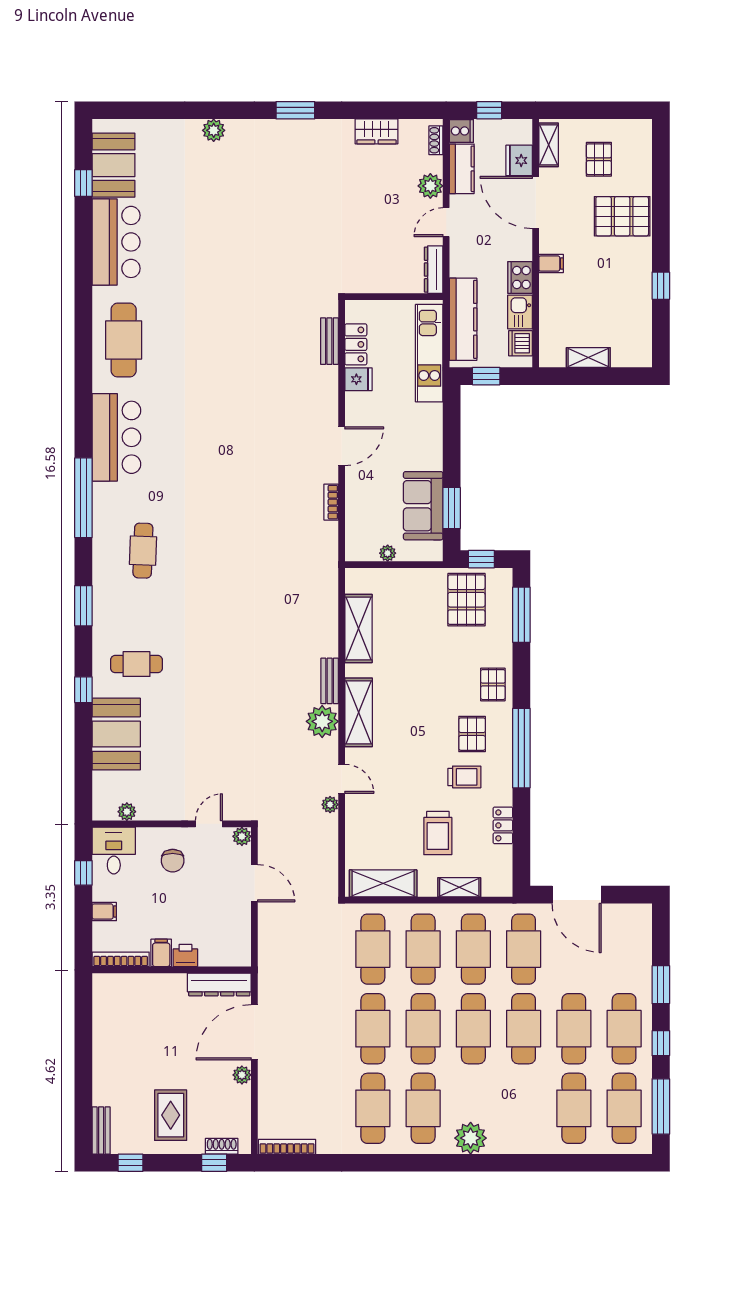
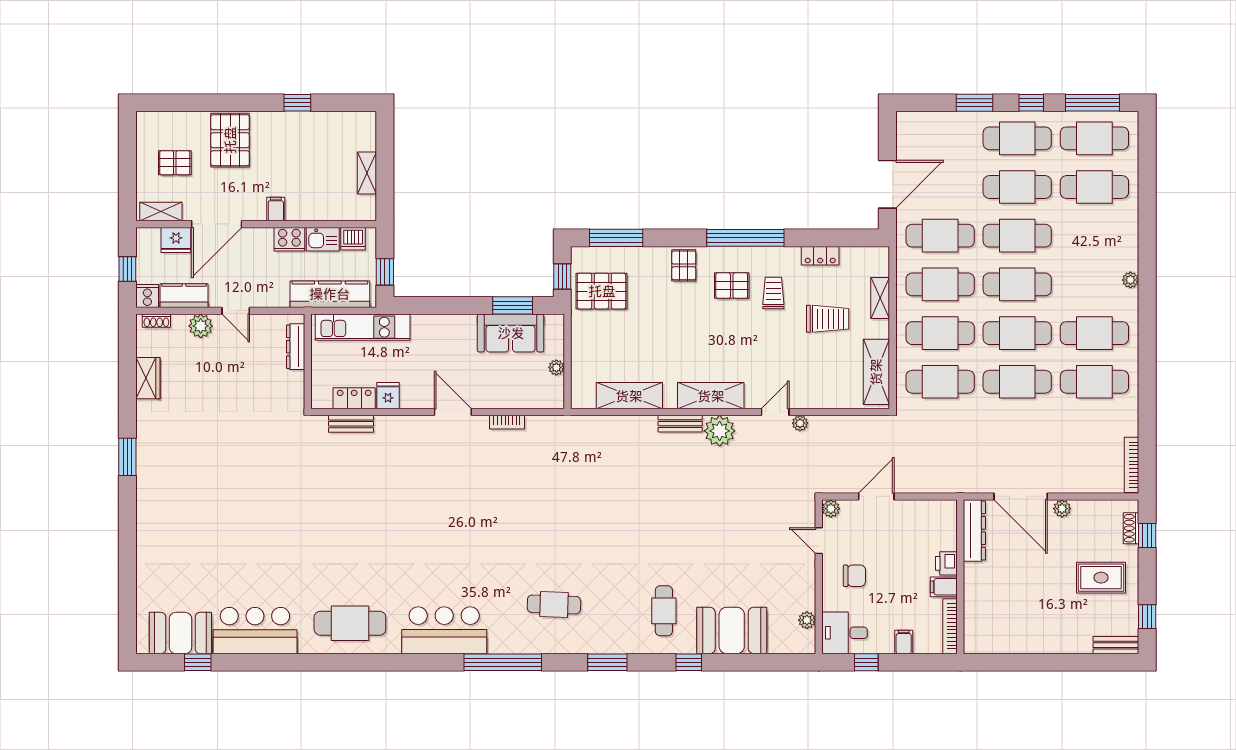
plant: (214, 130) -> (147, 536), removed
dresser: (434, 270) -> (296, 347), moved, turned 90
pallet: (493, 685) -> (684, 265), turned 90
plant: (471, 1138) -> (1130, 280), width x0.53, depth x0.53

